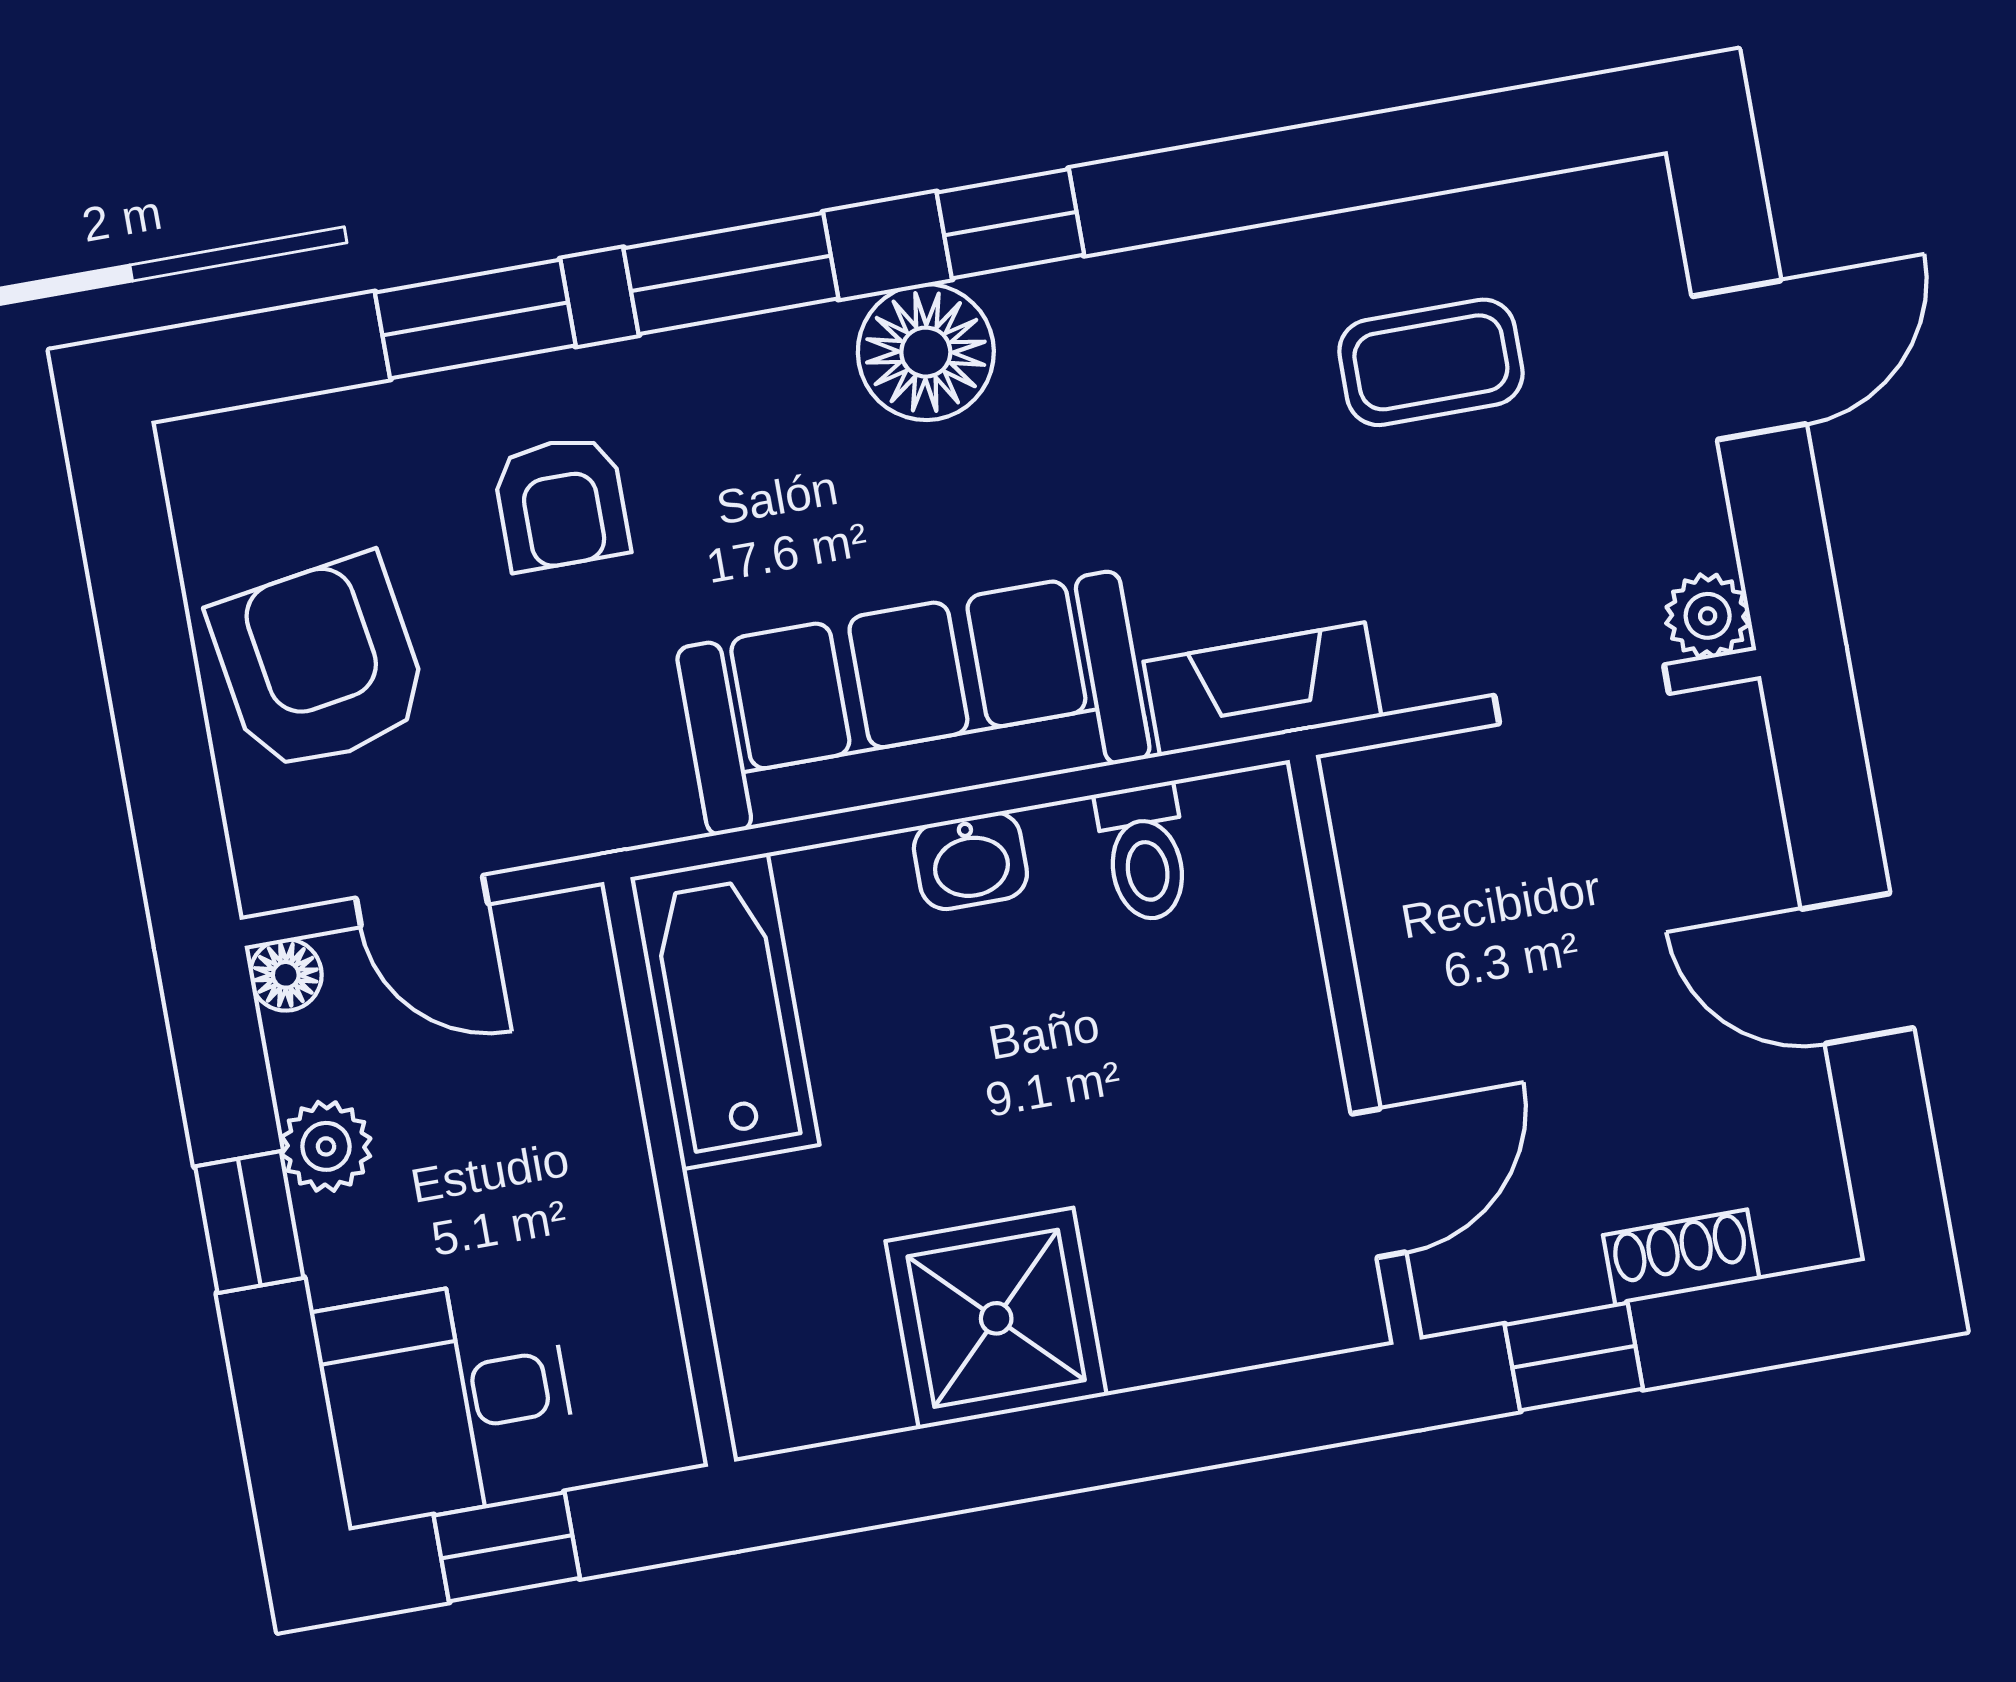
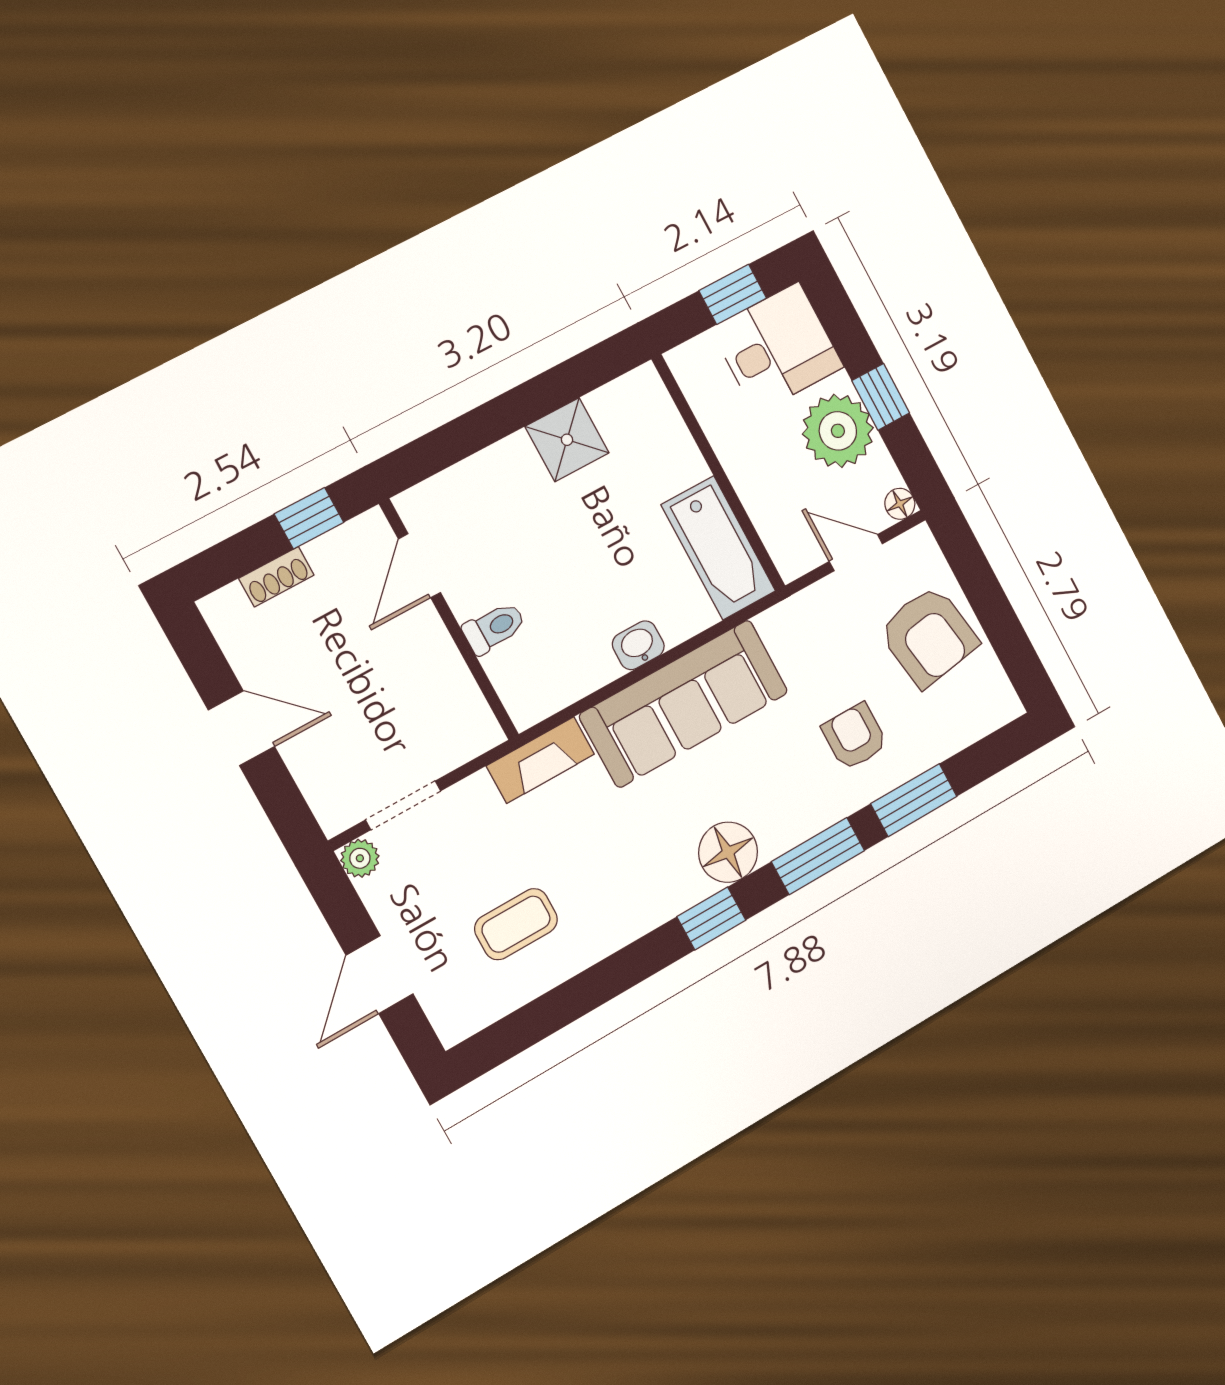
toilet: (1144, 853) -> (494, 628), moved, turned 90
plant: (326, 1146) -> (838, 431), width x1.87, depth x1.87
shower: (996, 1318) -> (567, 440), width x0.73, depth x0.73

